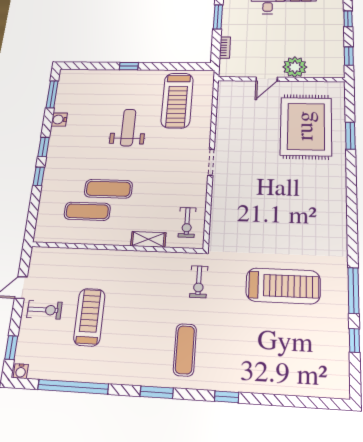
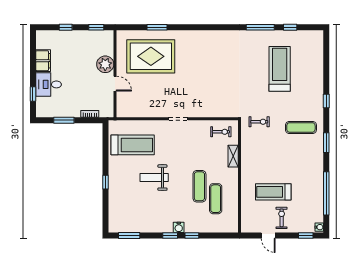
water cooler: (59, 120) -> (179, 227), moved
treadmill: (283, 286) -> (280, 69), moved
treadmill: (89, 317) -> (273, 192), moved

